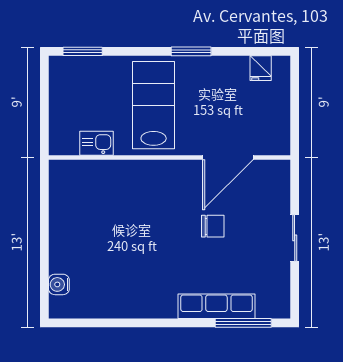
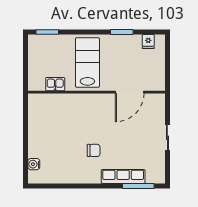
window: (191, 51) -> (122, 32), moved
chair: (213, 226) -> (94, 150), moved

